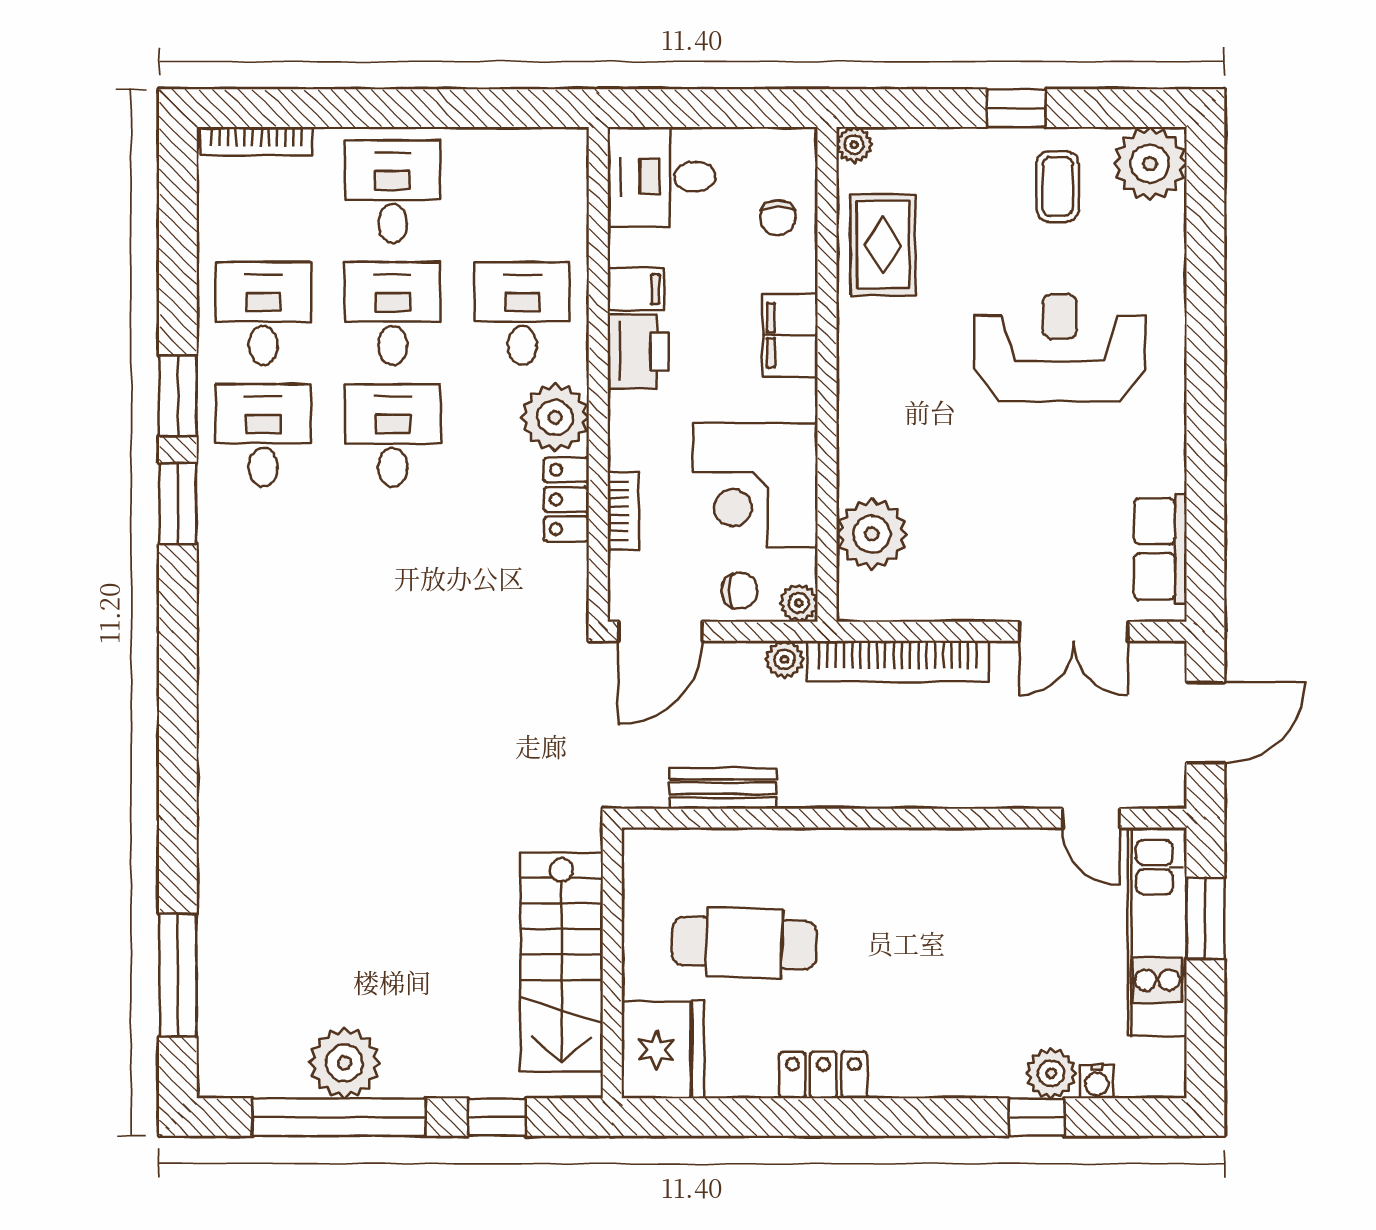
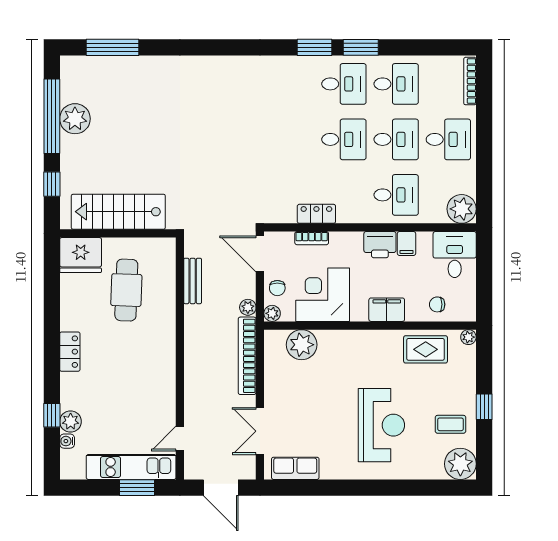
plant: (555, 417) -> (462, 209), moved
locker: (823, 1075) -> (70, 352), moved

